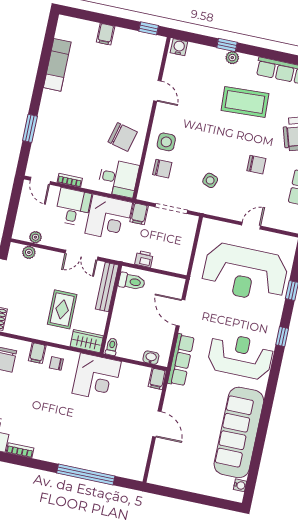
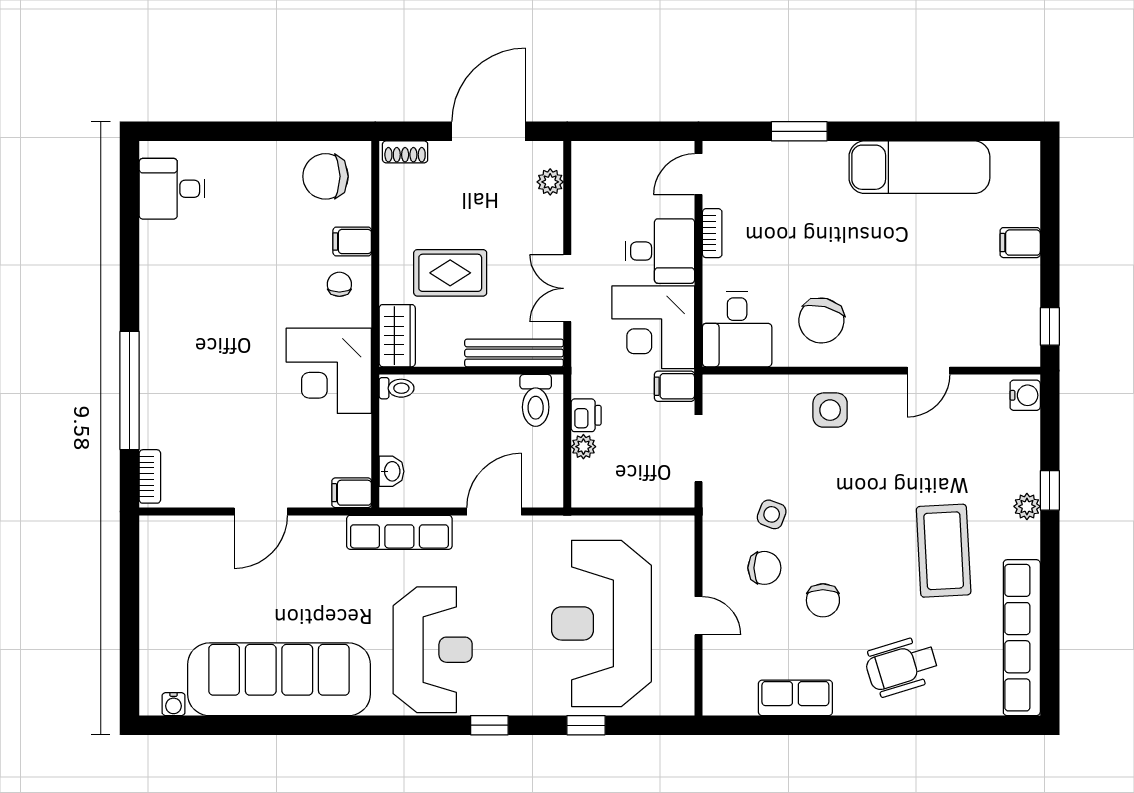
exam couch: (57, 65) -> (919, 167), width x1.36, depth x1.45
chair: (162, 169) -> (764, 568), moved, turned -90
plant: (35, 237) -> (583, 447), moved
bookcase: (20, 450) -> (150, 476), moved

